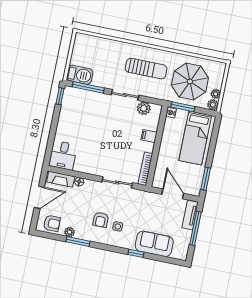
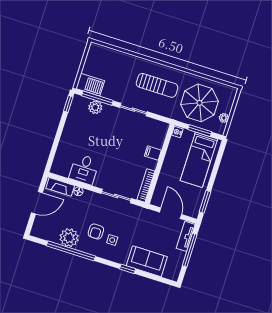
plant: (213, 105) -> (220, 129), removed
window: (183, 107) -> (200, 131), moved
plant: (144, 108) -> (95, 107), moved
desk: (63, 155) -> (84, 169), moved
armchair: (52, 223) -> (47, 230), removed
plant: (70, 232) -> (69, 238), width x1.88, depth x1.88
window: (78, 241) -> (71, 251), width x2.11

